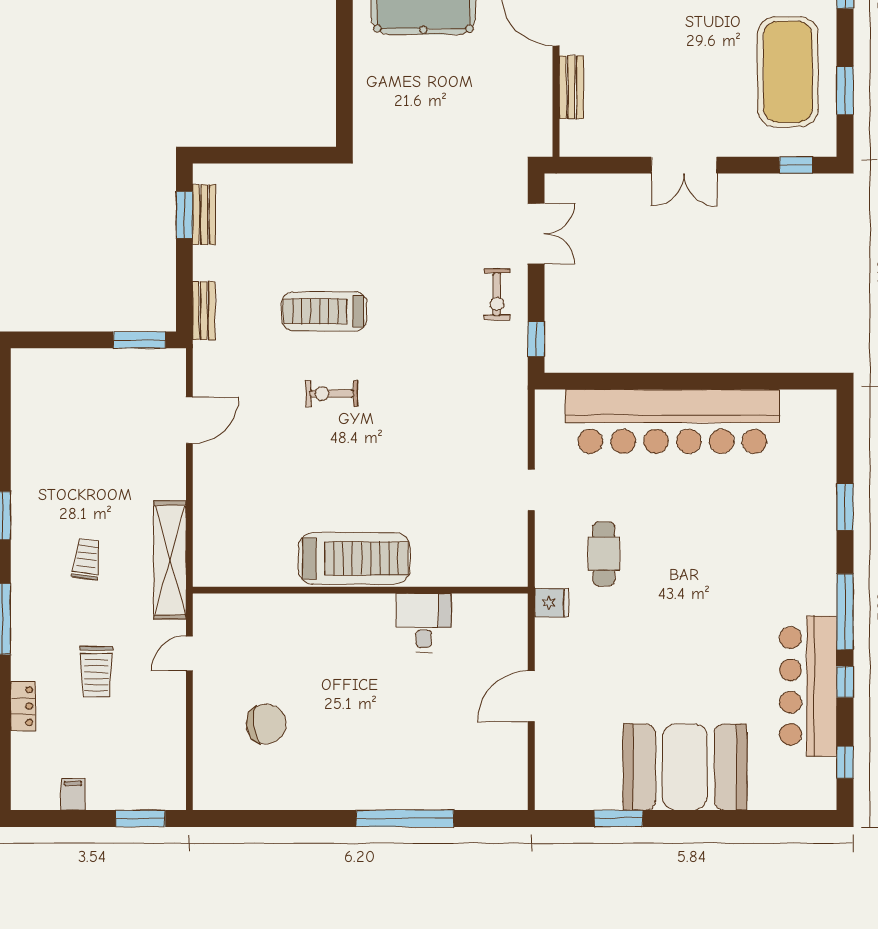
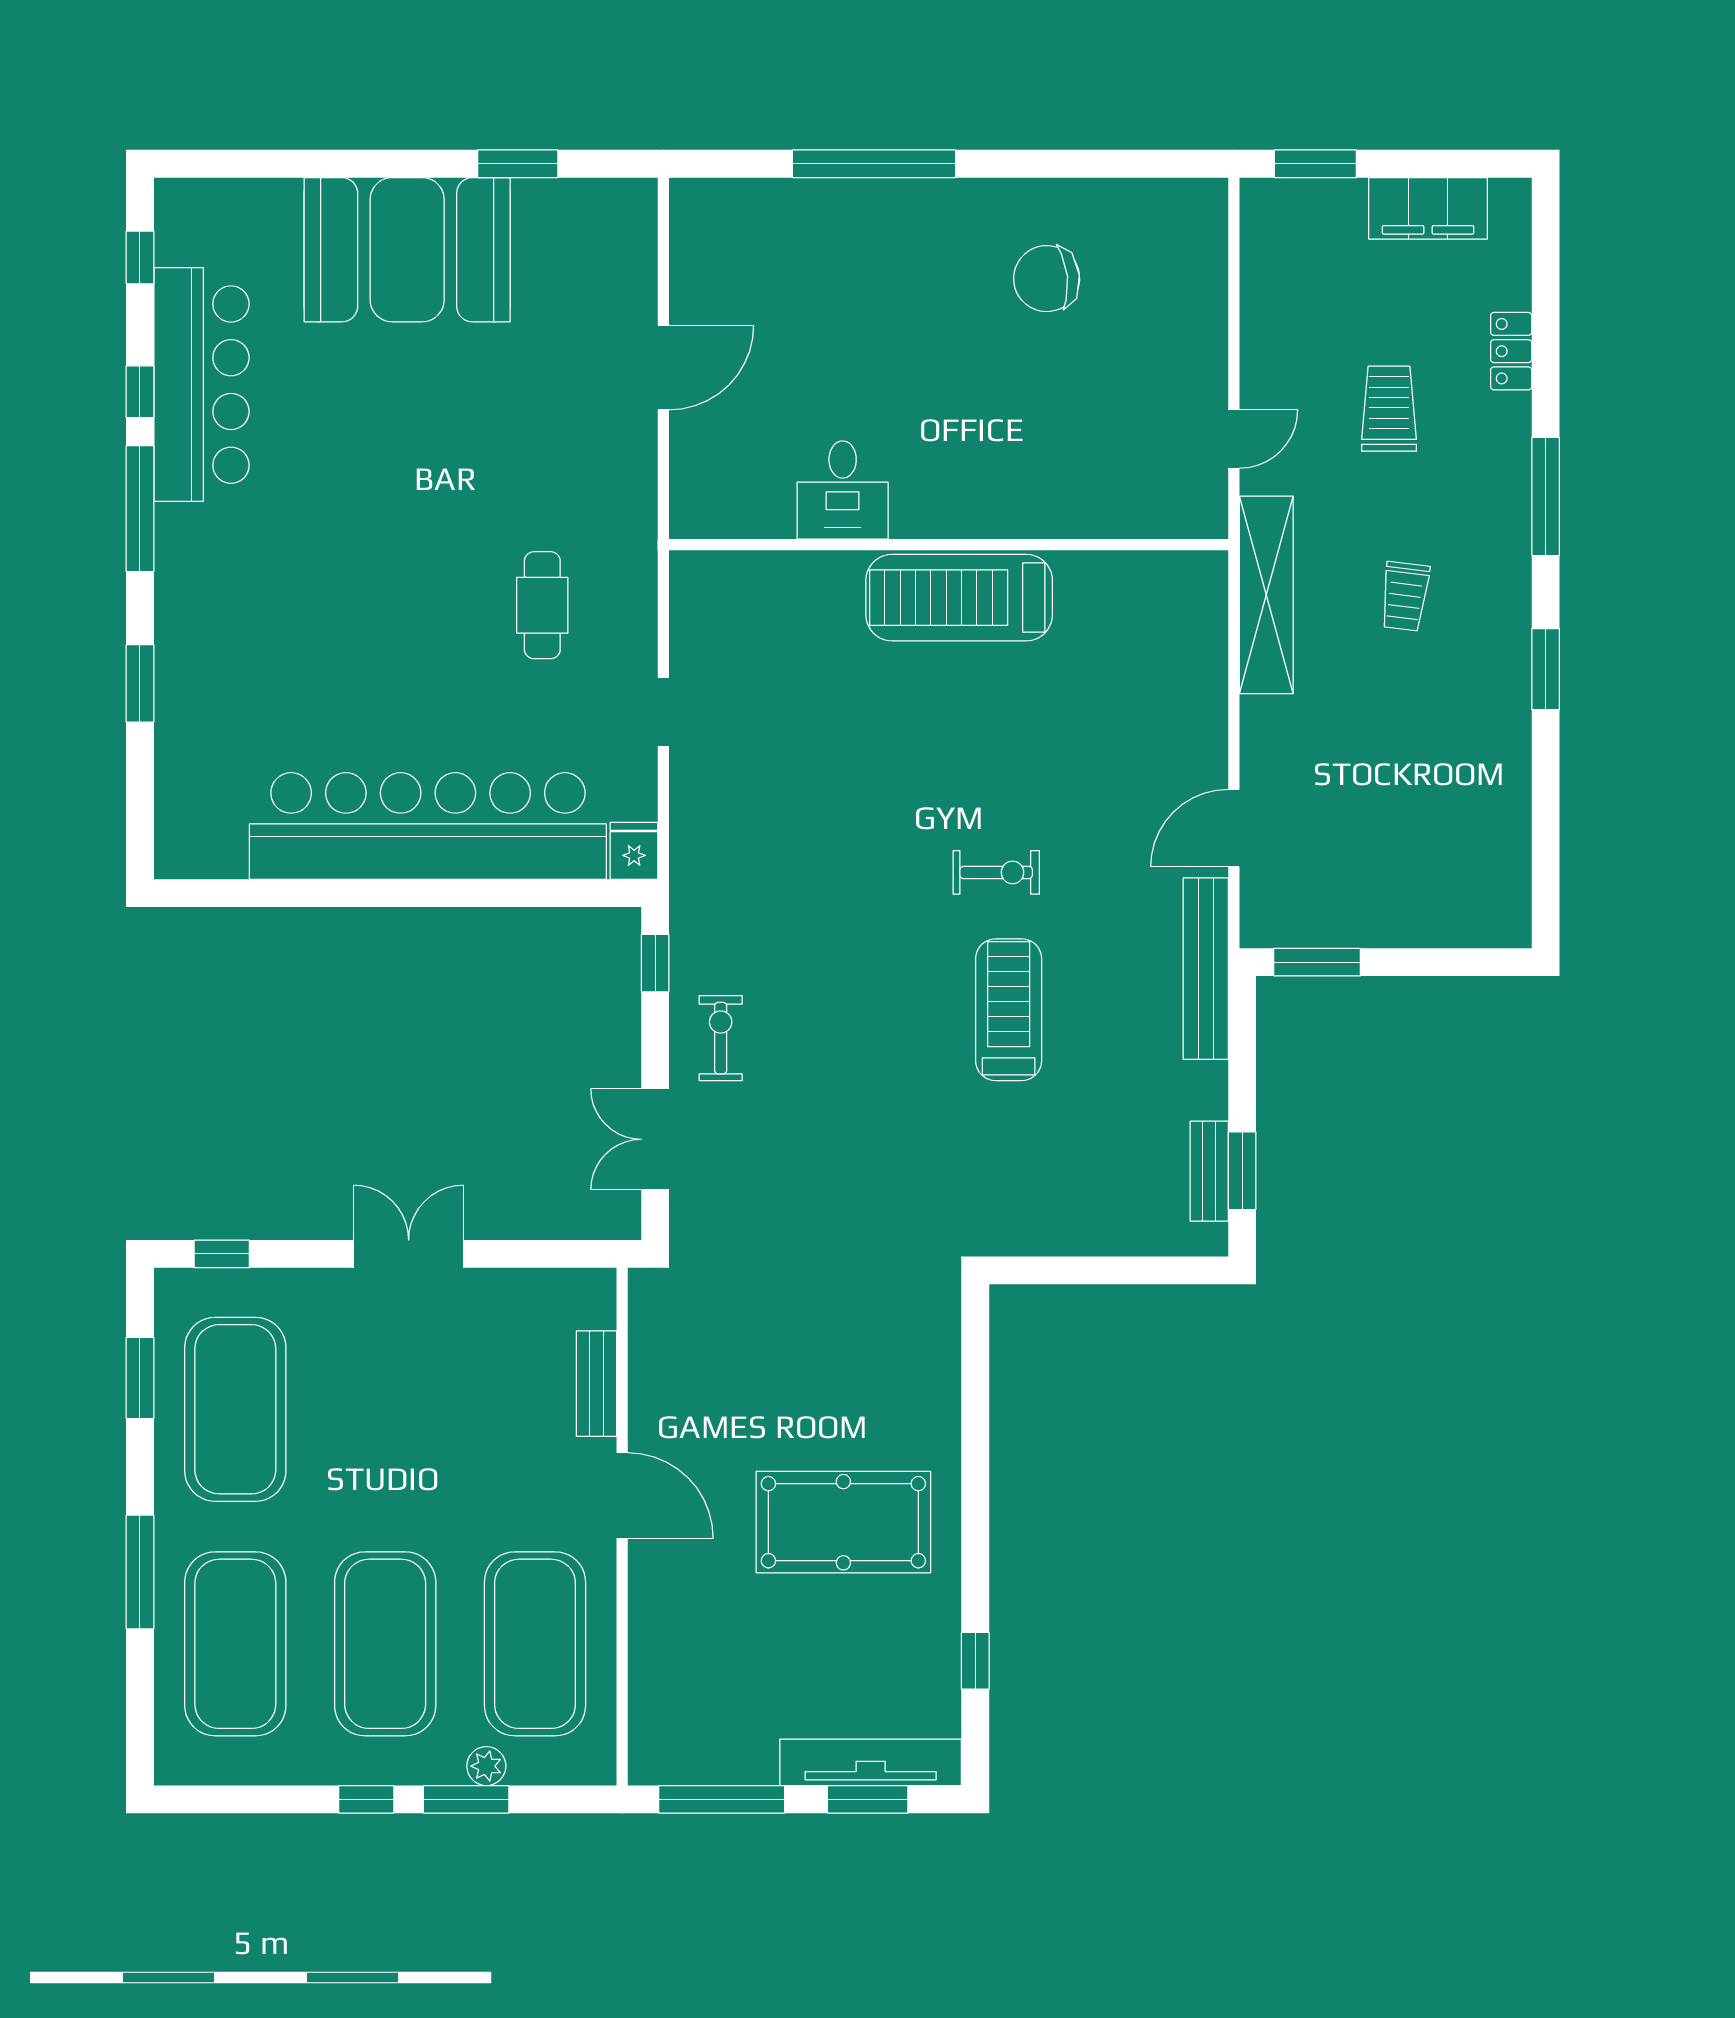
bench: (204, 311) -> (1206, 969), width x1.86, depth x1.21
treadmill: (324, 311) -> (1009, 1010), turned -90
fridge: (552, 603) -> (634, 851), moved, turned 90
chair: (266, 724) -> (1047, 279), moved
filing cabinet: (73, 794) -> (1428, 208), width x3.00, depth x1.17

